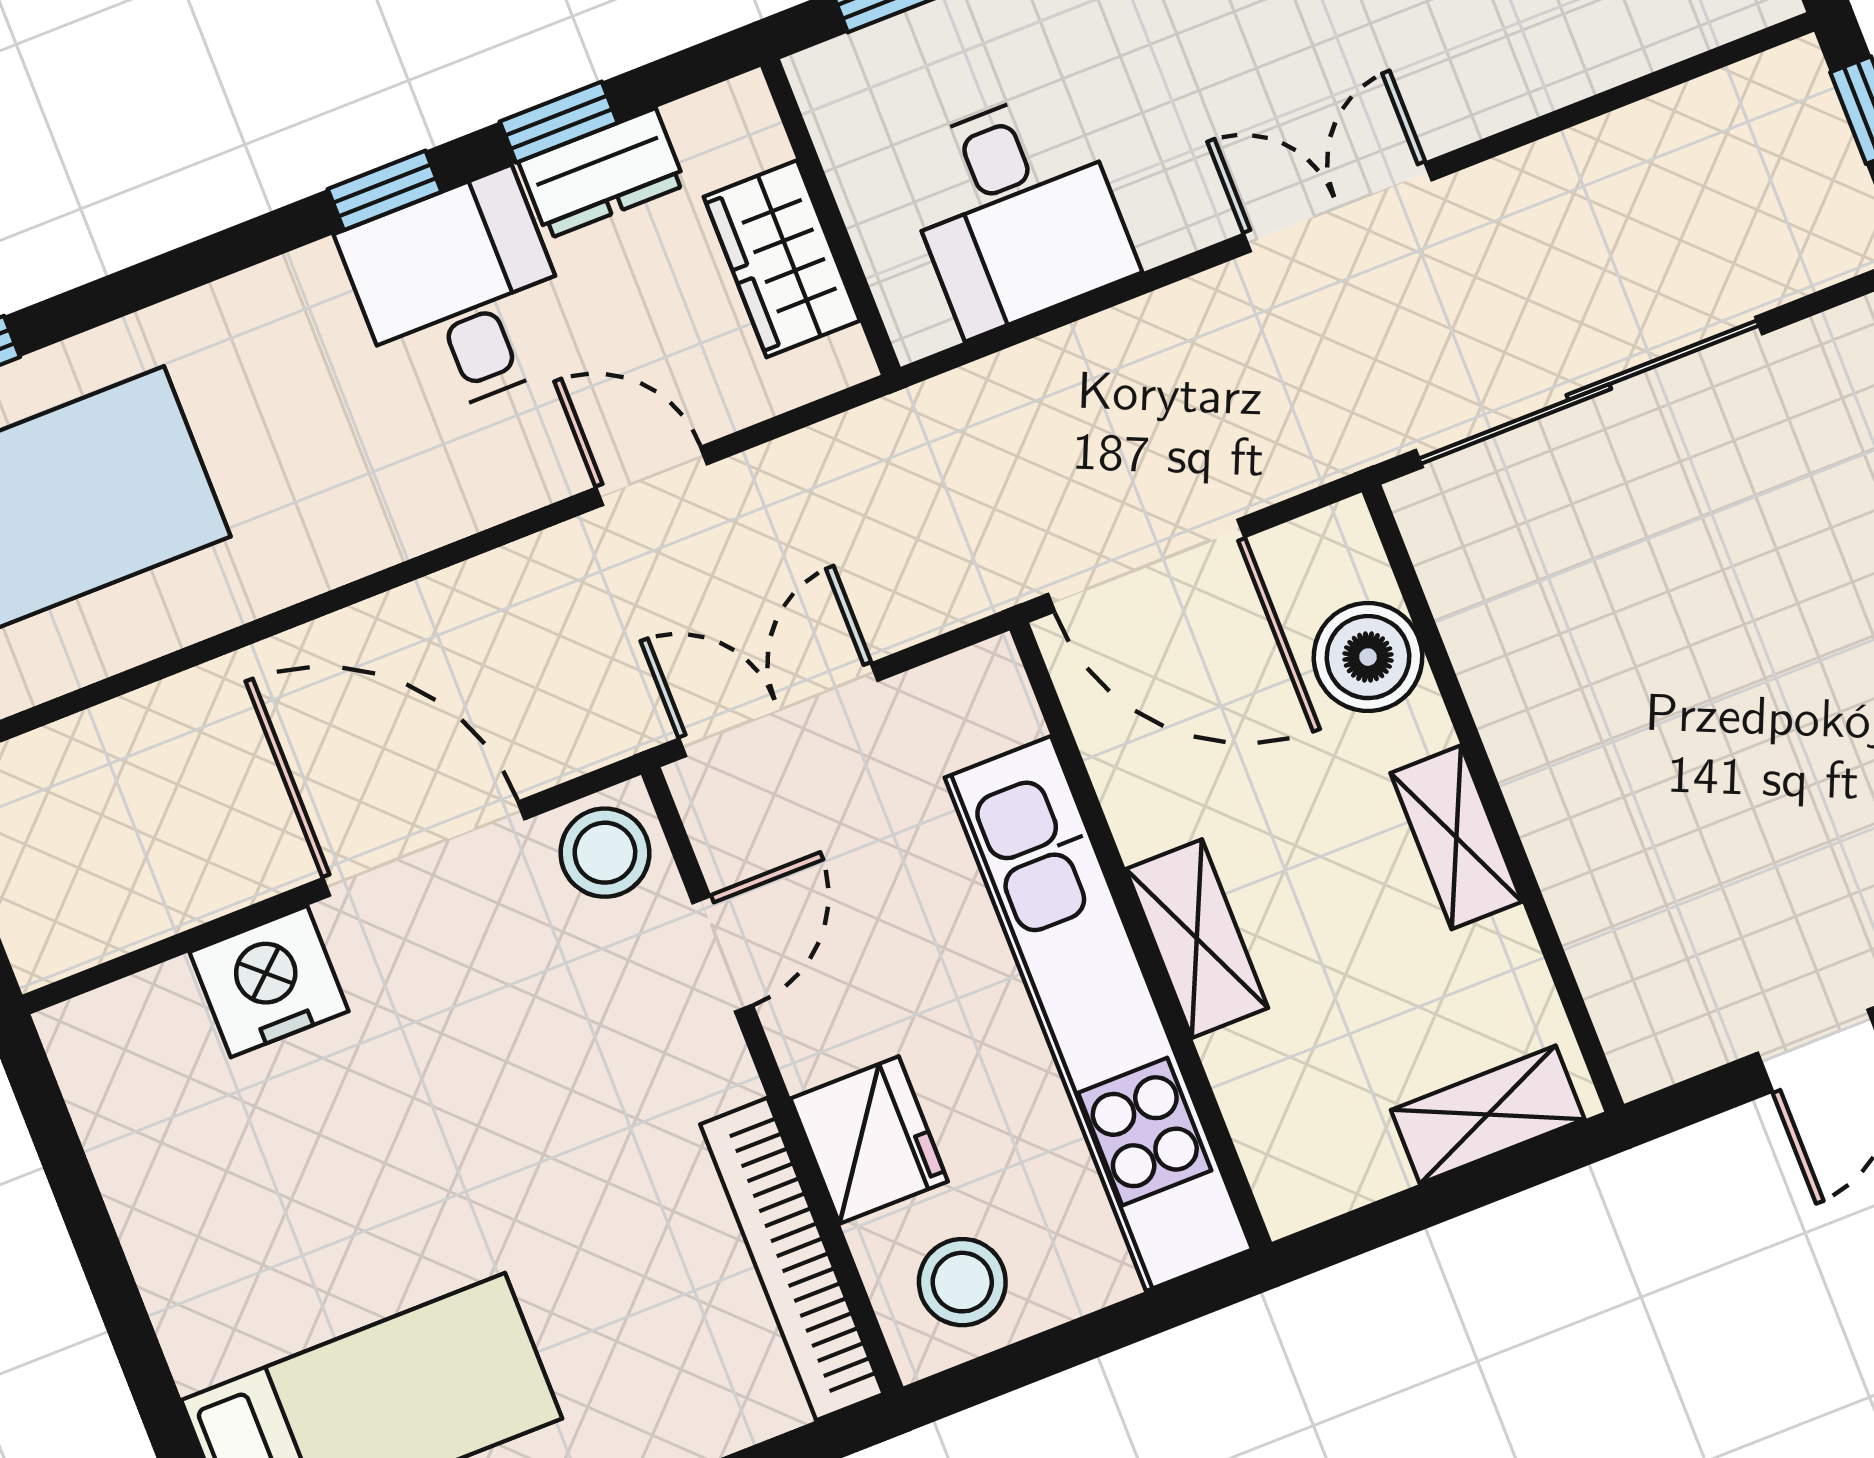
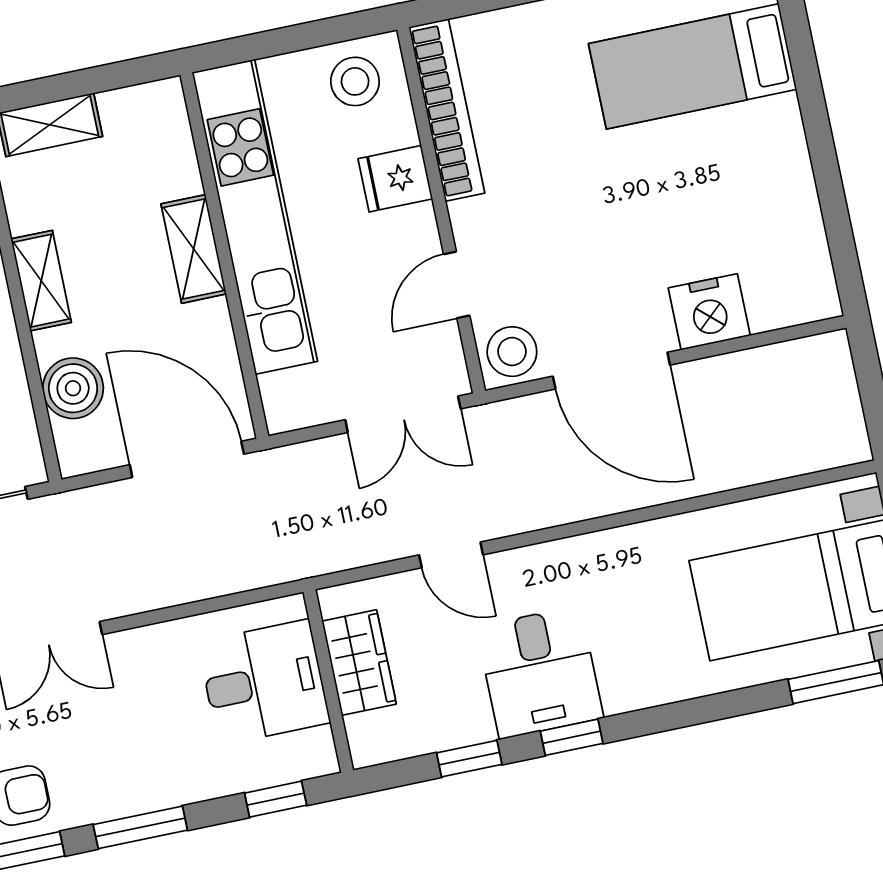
dresser: (602, 173) -> (450, 726), removed
desk: (1016, 211) -> (264, 682), moved, turned 90
fridge: (869, 1140) -> (395, 179), width x0.72

